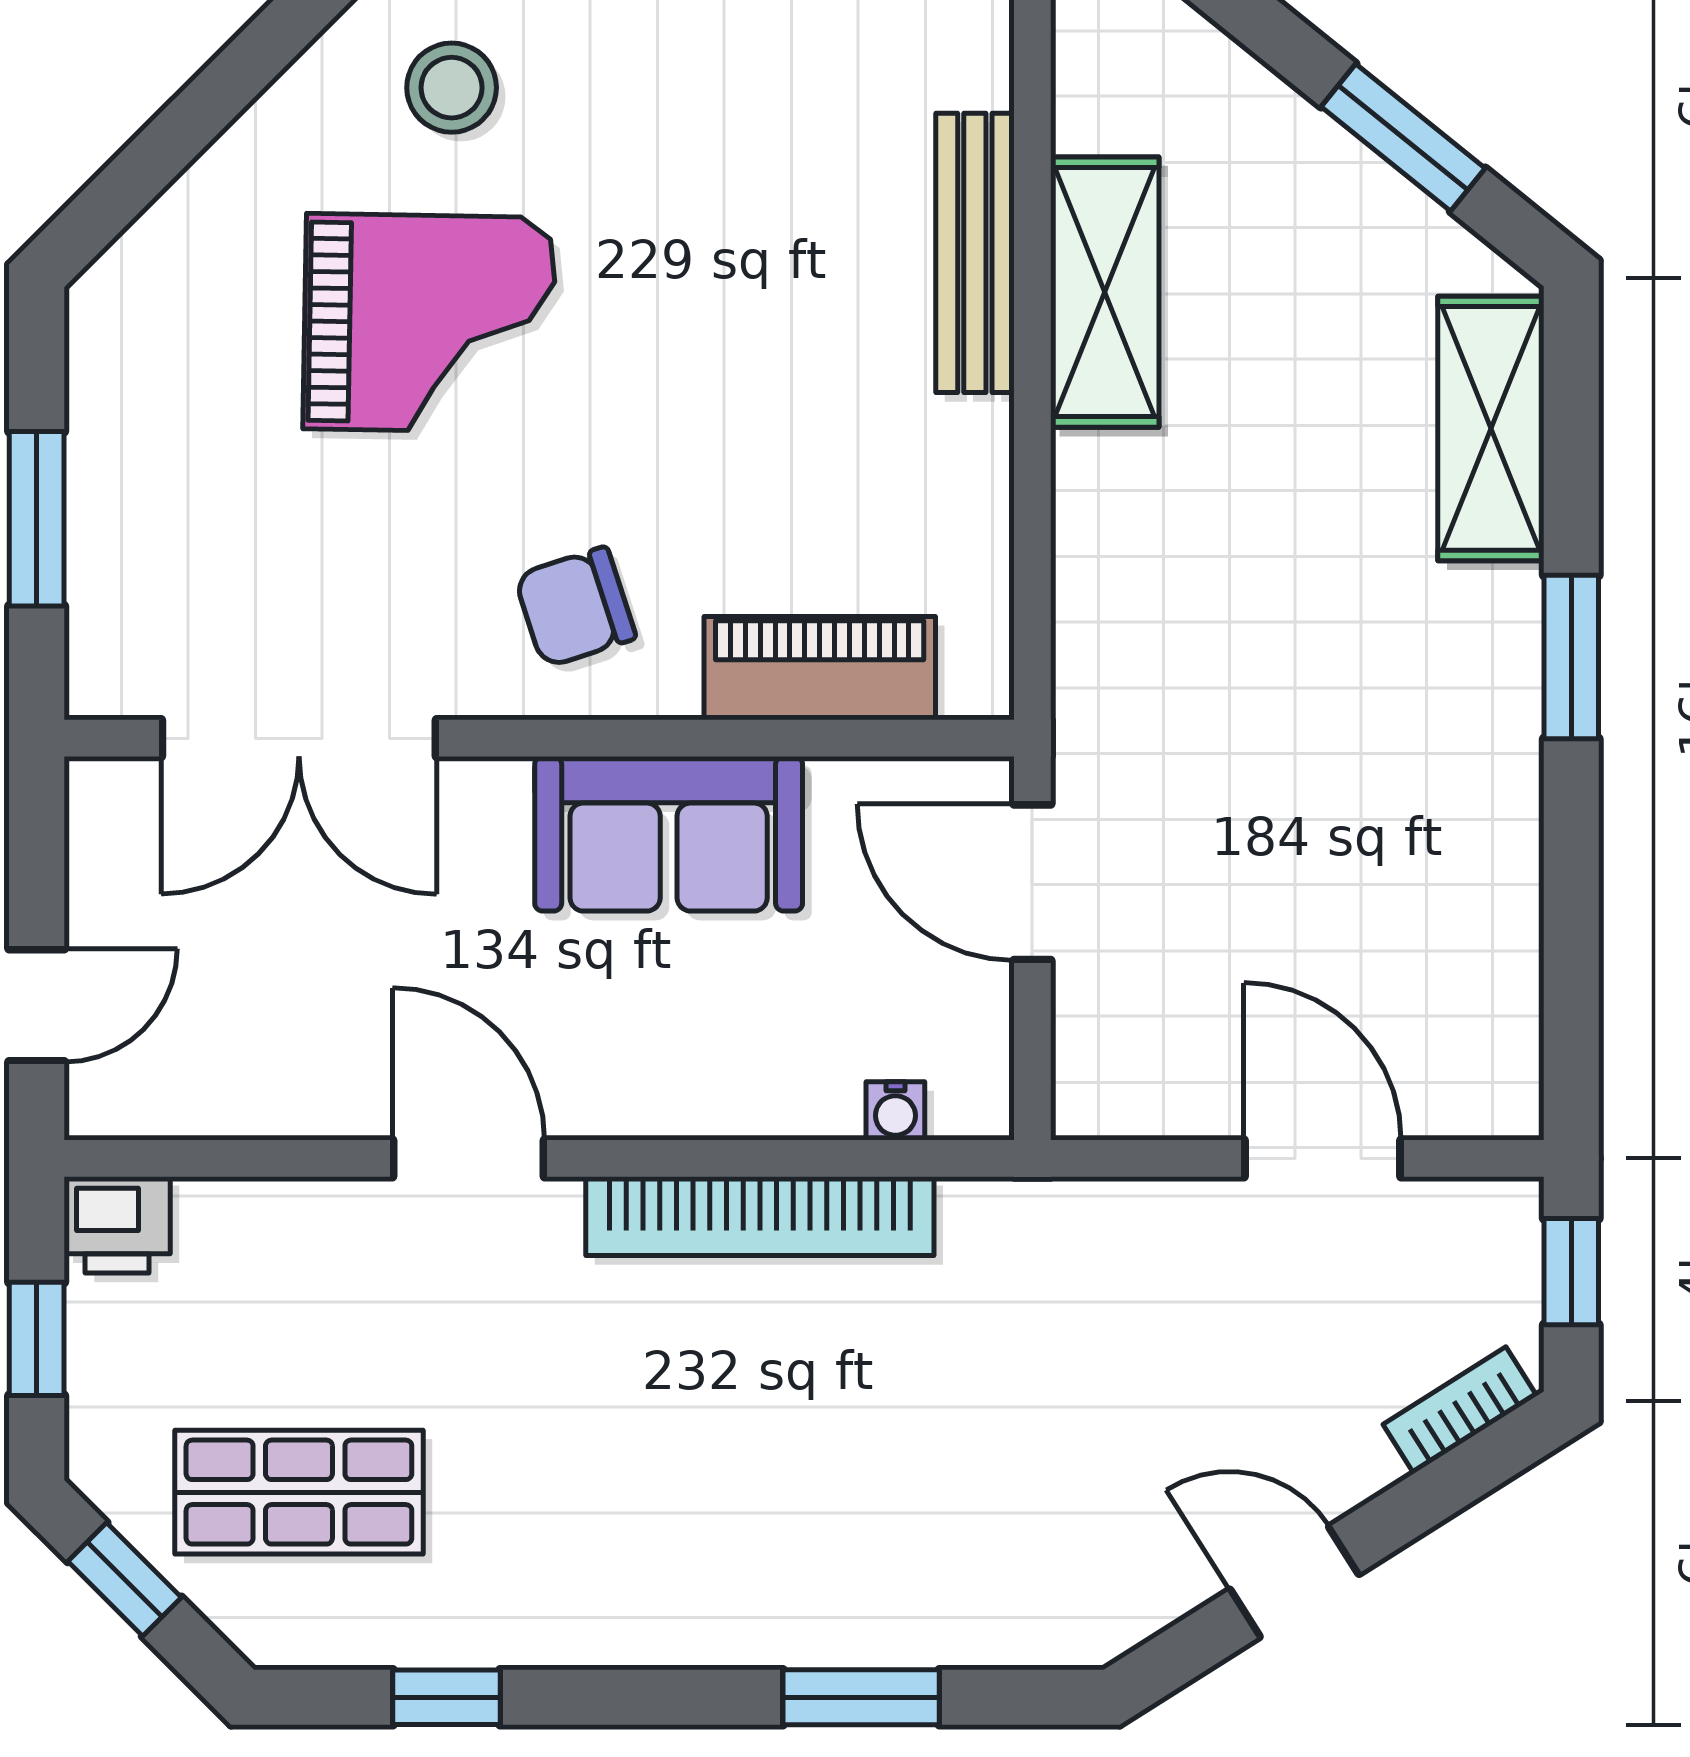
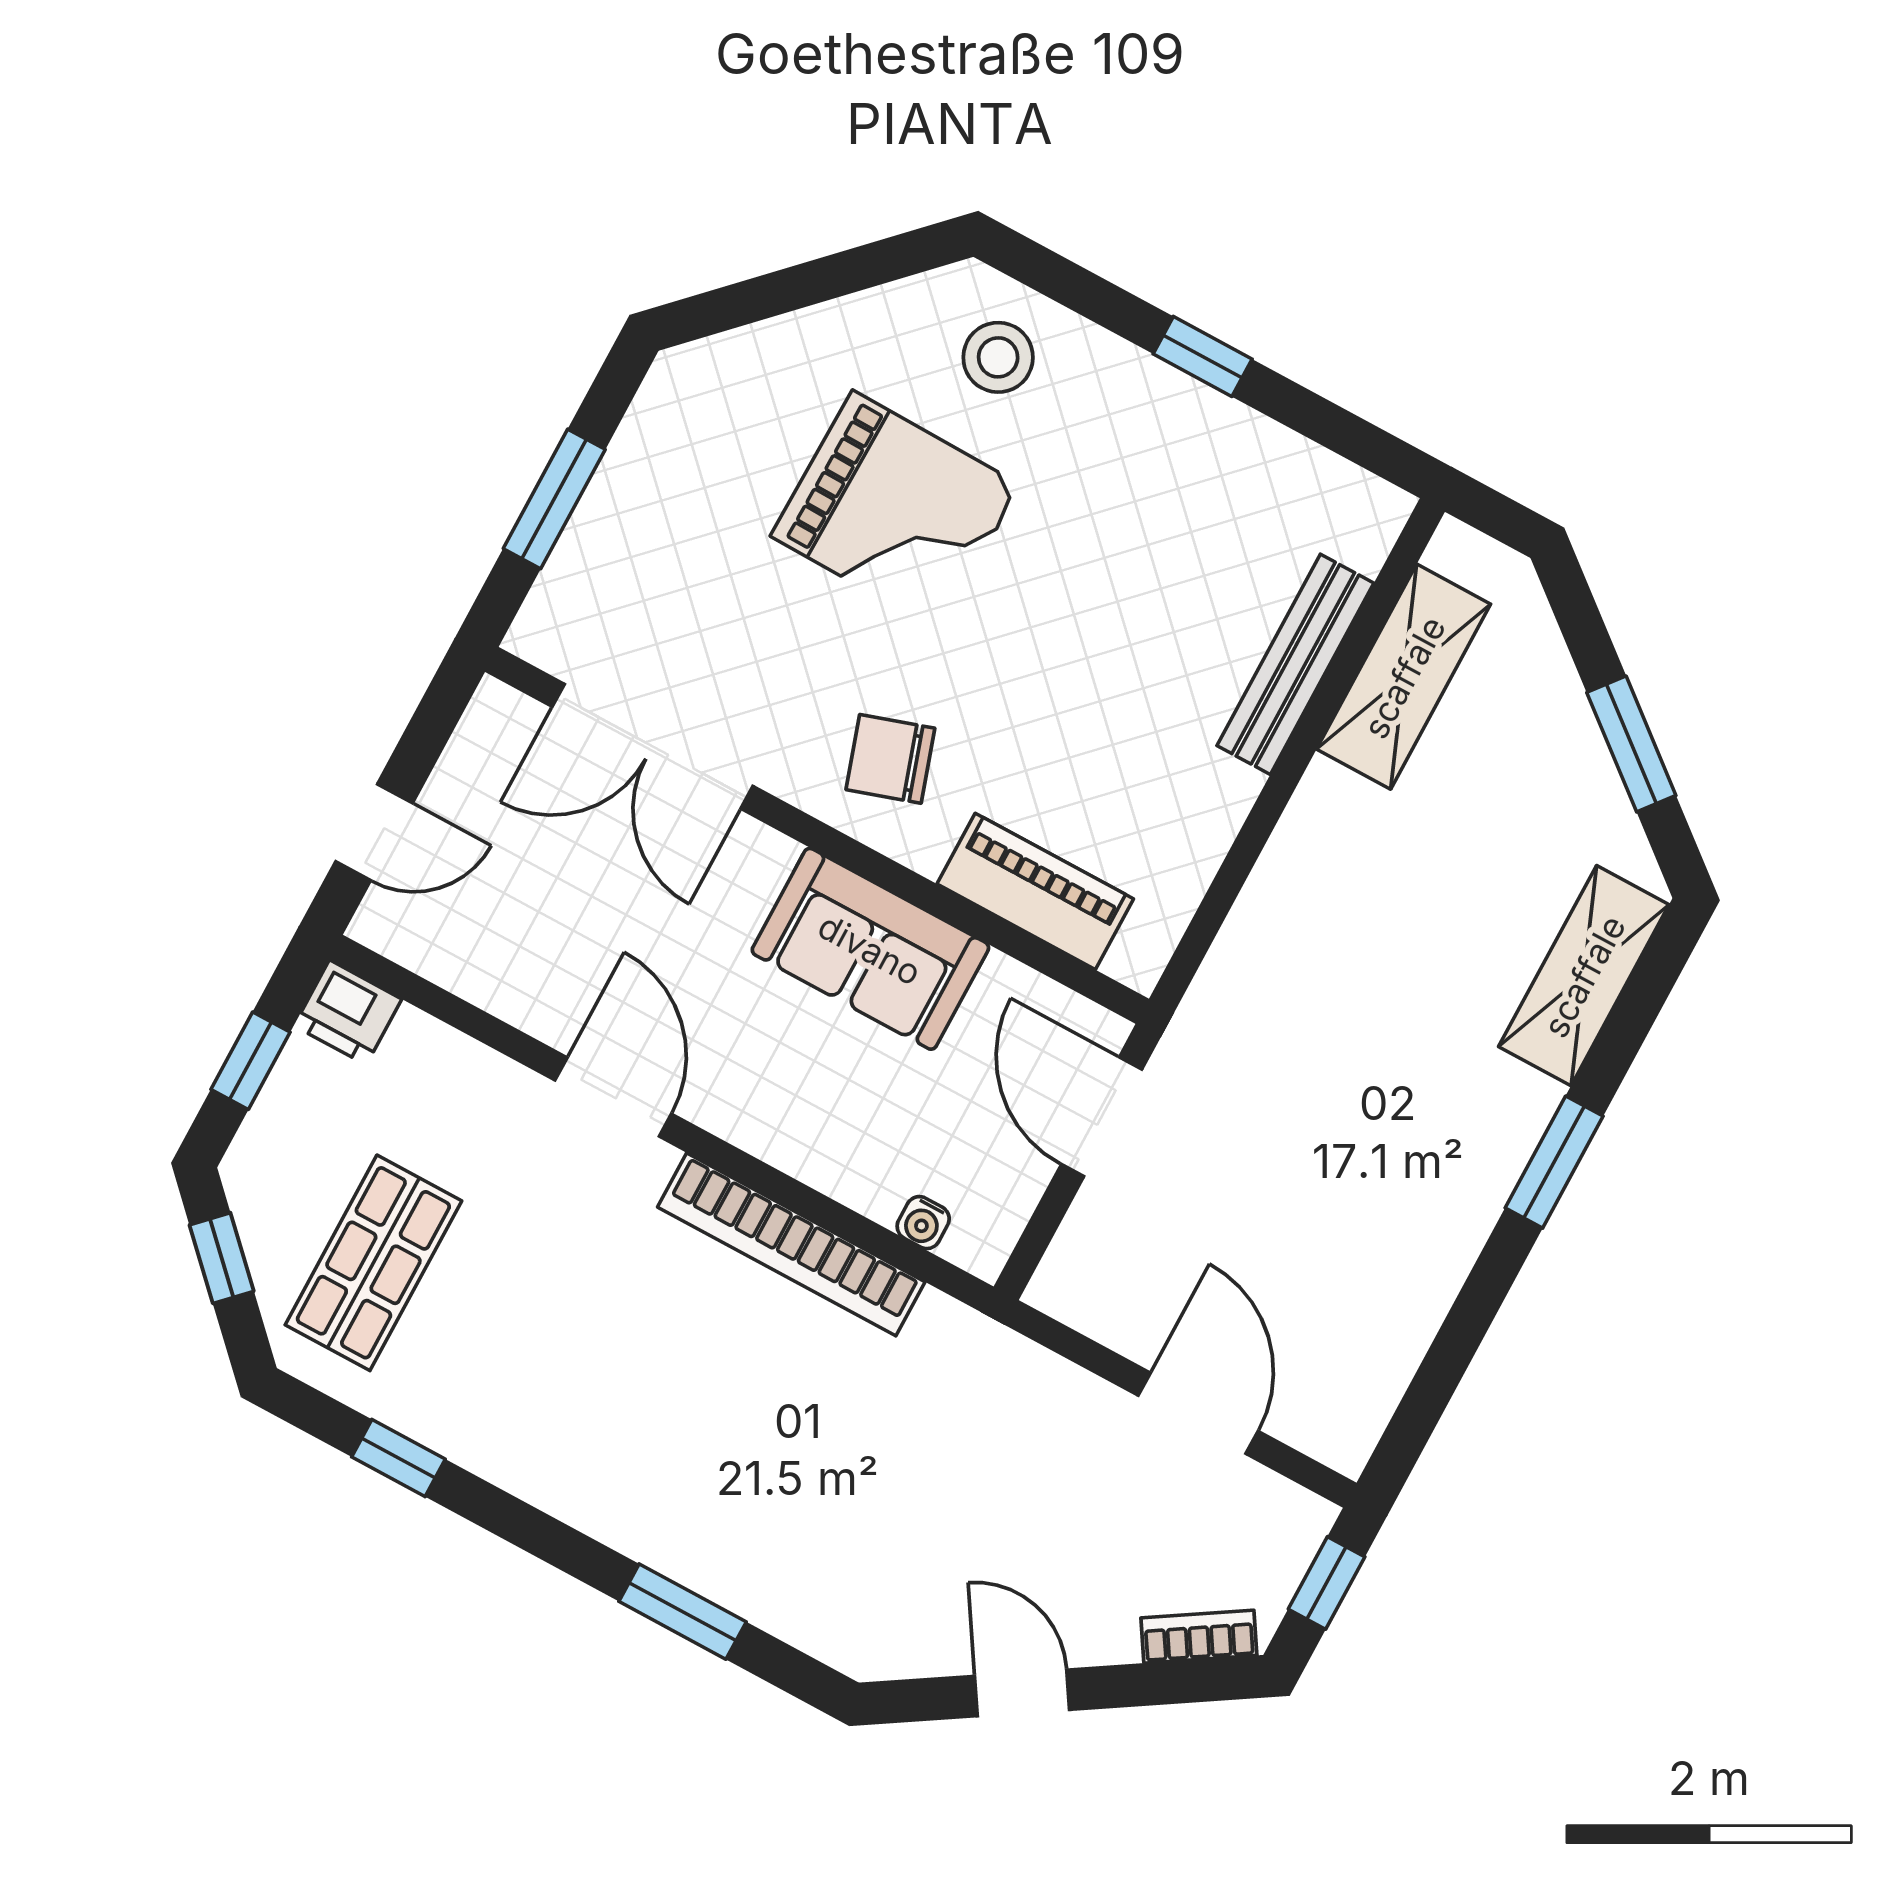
shelving: (1105, 292) -> (1404, 677), moved
shop shelf: (299, 1492) -> (373, 1263), turned 90

